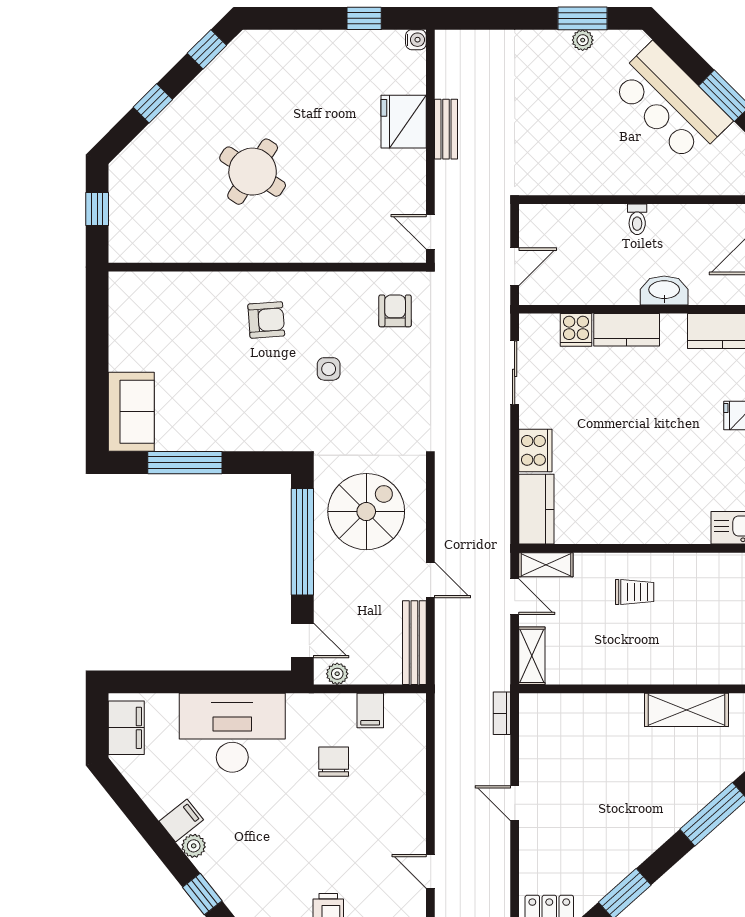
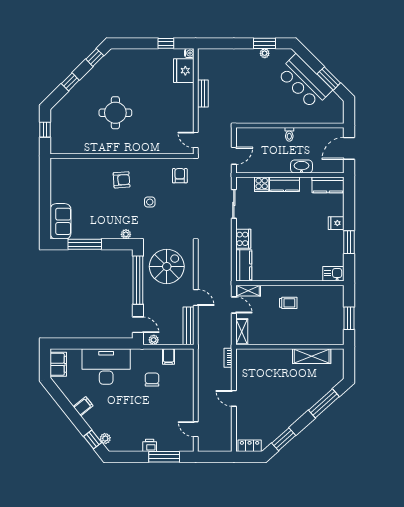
fridge: (404, 122) -> (184, 71), moved
round table: (253, 172) -> (115, 113), turned -33
plant: (276, 440) -> (126, 234), added
plant: (194, 846) -> (105, 439), moved

